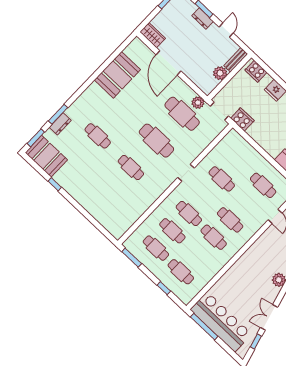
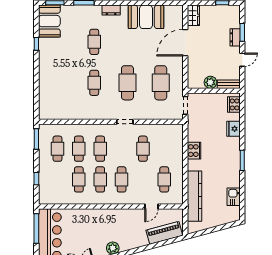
plant: (198, 103) -> (178, 86), removed
cooker: (242, 120) -> (194, 151), moved
dresser: (60, 124) -> (111, 10), moved
cafe table: (181, 272) -> (79, 179), moved

